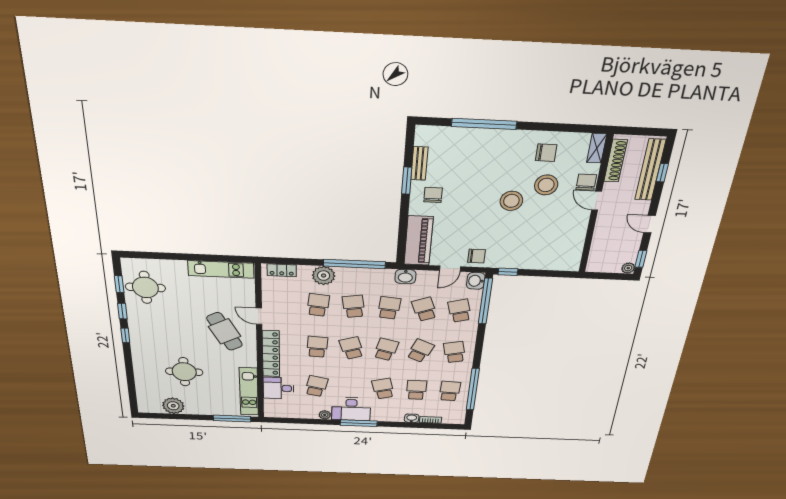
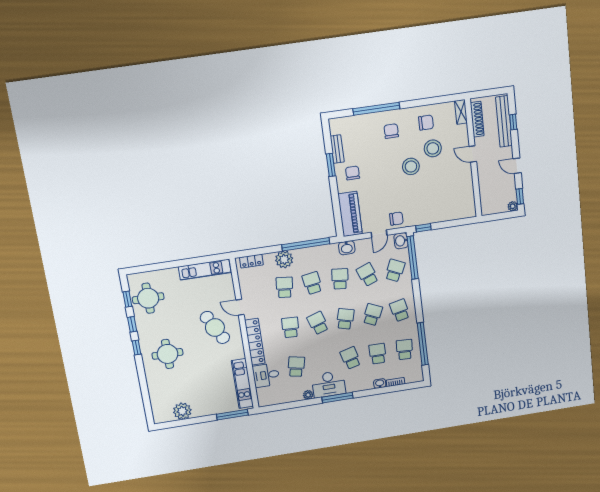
chair: (586, 182) -> (391, 131), moved
school desk: (460, 311) -> (395, 270), turned 39
round table: (184, 372) -> (167, 354), moved

